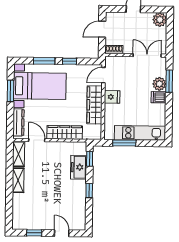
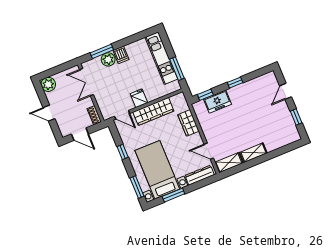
window: (44, 61) -> (137, 187), moved
wardrobe: (65, 132) -> (188, 123), width x0.67
door: (37, 140) -> (209, 151), hinge flipped

